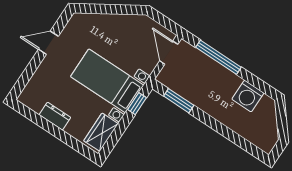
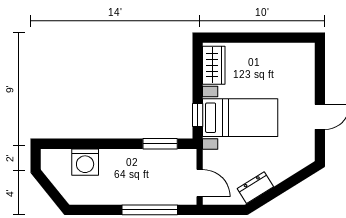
washing machine: (248, 96) -> (85, 162), moved, turned 180
dresser: (55, 116) -> (255, 188), moved, turned 148

